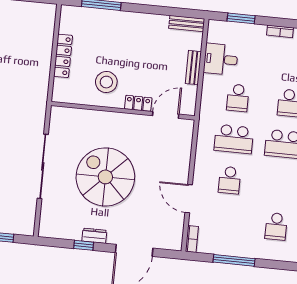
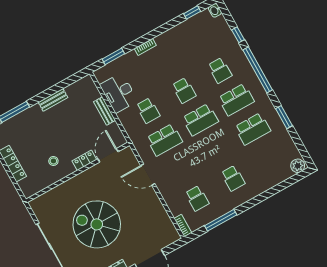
bench: (187, 24) -> (53, 100), moved
desk: (221, 59) -> (119, 93), width x1.37
stool: (106, 82) -> (53, 161), width x0.53, depth x0.53
school desk: (230, 180) -> (197, 198), moved
door: (189, 199) -> (148, 175), moved

